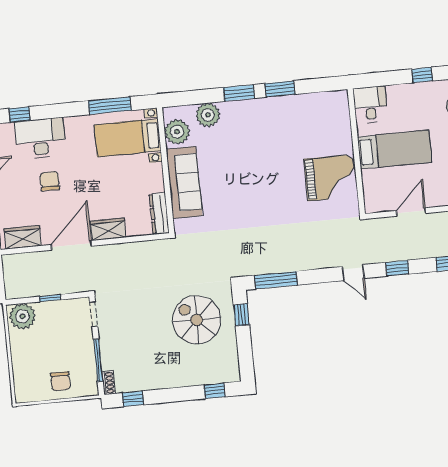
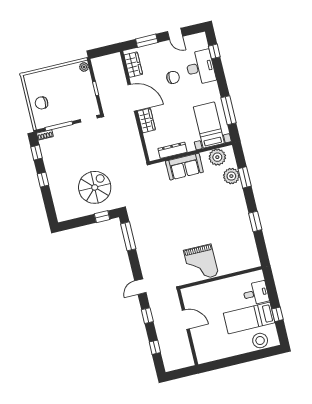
window: (239, 93) -> (245, 177), moved
desk: (370, 104) -> (256, 293), moved
bed: (395, 150) -> (249, 318), moved, turned 90
sofa: (184, 182) -> (184, 167), width x0.73
dresser: (159, 213) -> (173, 150), moved
plant: (23, 316) -> (84, 67), width x0.53, depth x0.53
window: (215, 391) -> (43, 180), moved

